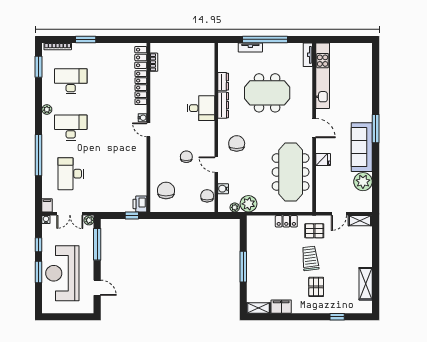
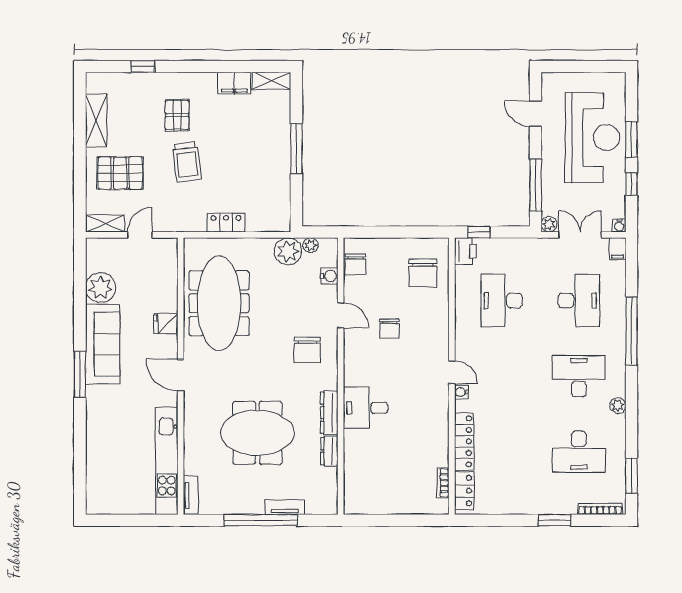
desk: (71, 127) -> (579, 376), turned 180
desk: (118, 174) -> (502, 301), added
pallet: (314, 231) -> (120, 173), moved, width x1.50, depth x1.42

